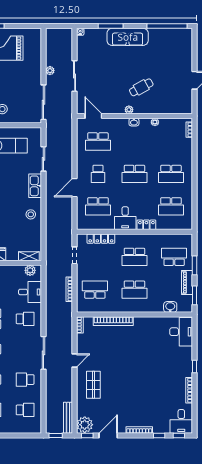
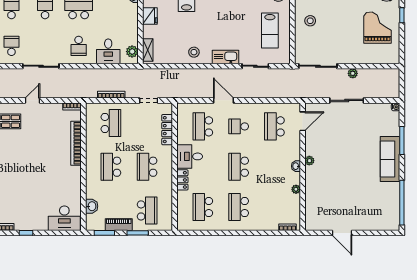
cafe table: (141, 87) -> (334, 174), removed
door: (75, 361) -> (33, 100), swing flipped

